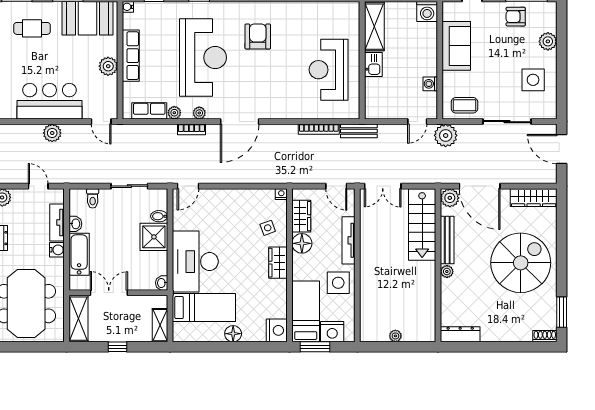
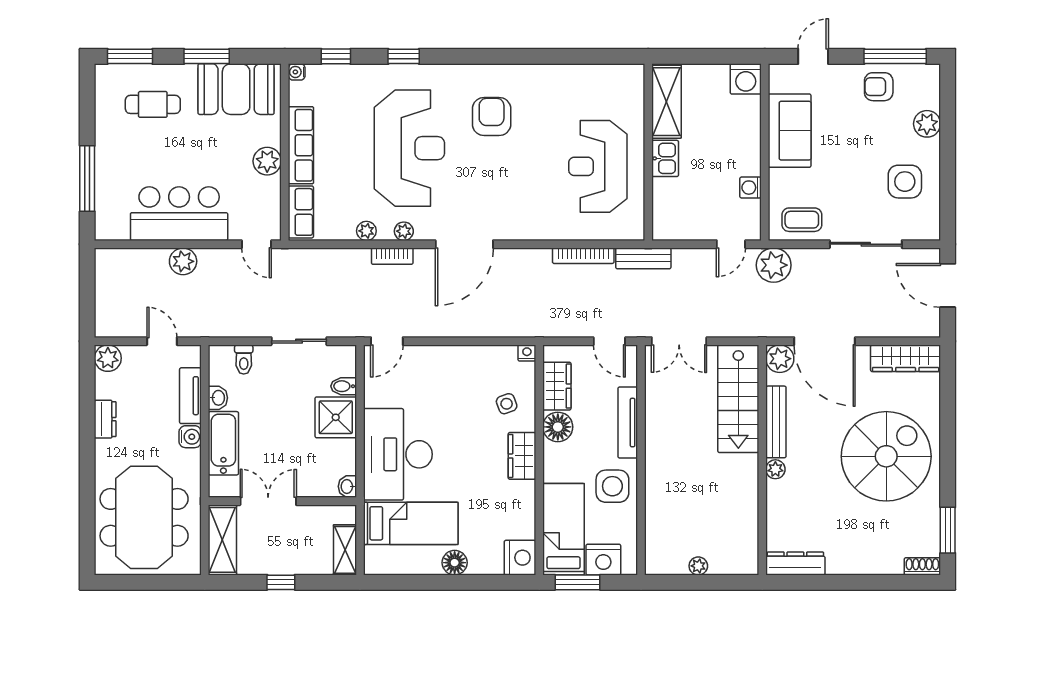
row of seats: (149, 111) -> (301, 212), moved, turned 90

